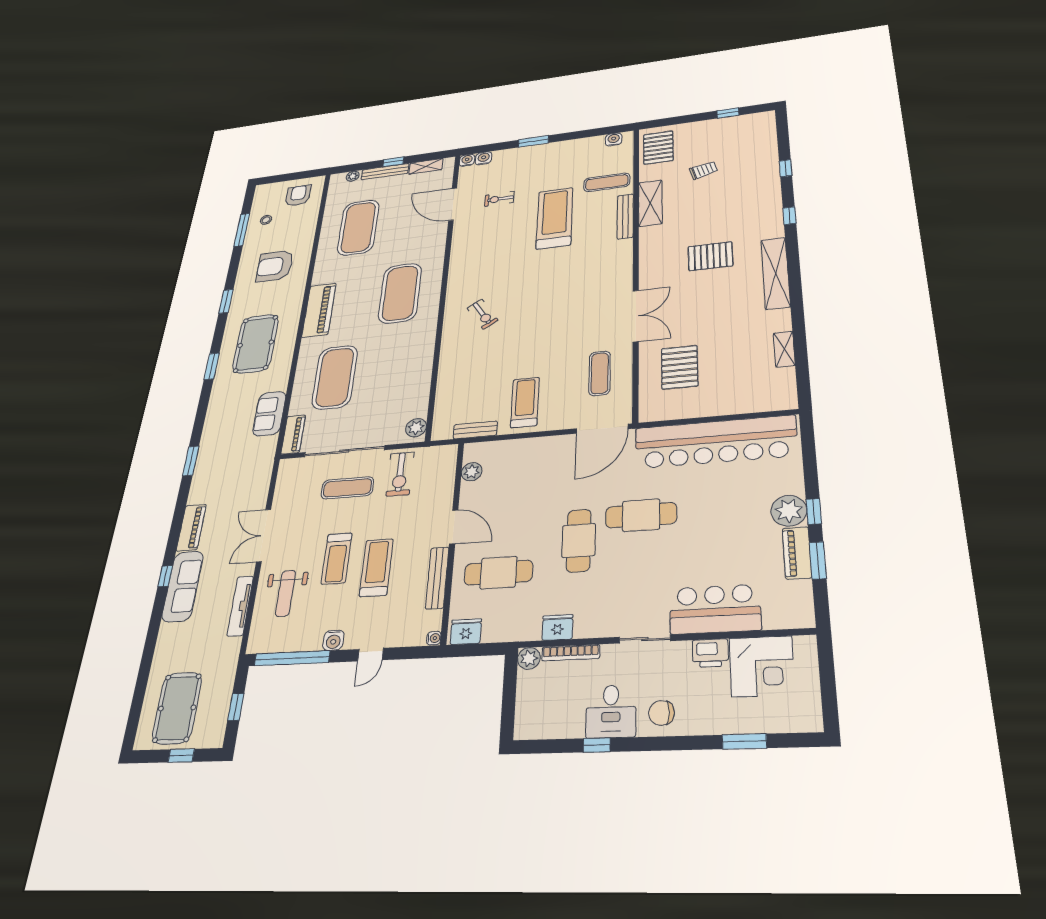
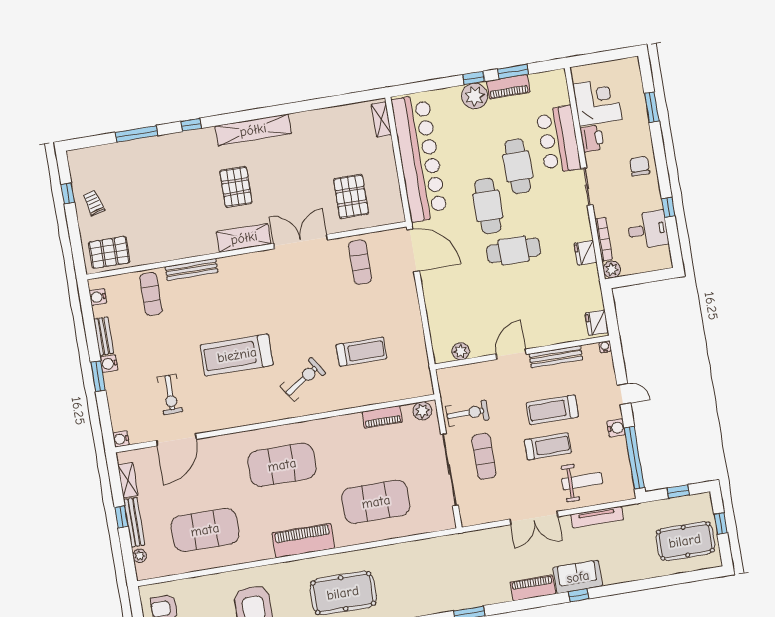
water cooler: (483, 158) -> (109, 364), moved
window: (785, 168) -> (137, 134), width x2.17
trolley: (704, 170) -> (94, 203), moved
exercise bike: (499, 199) -> (170, 394), width x1.38, depth x1.39
shelving: (650, 203) -> (244, 238), moved
treadmill: (555, 218) -> (237, 355), moved
exercise bike: (483, 314) -> (303, 379), width x1.38, depth x1.39
shelving: (784, 349) -> (381, 120), moved, turned 90
pallet: (680, 367) -> (351, 196), turned 90
exercise mat: (600, 373) -> (360, 262), turned 90
treadmill: (525, 402) -> (361, 352), moved, turned 180
sofa: (269, 414) -> (417, 553), removed
bench: (475, 430) -> (104, 336), moved
piano: (293, 434) -> (382, 417), moved, turned 180
cafe table: (498, 573) -> (518, 166), moved
sofa: (183, 586) -> (578, 577), width x0.73
desk: (611, 711) -> (648, 230), moved
chair: (661, 713) -> (640, 166), turned 180

